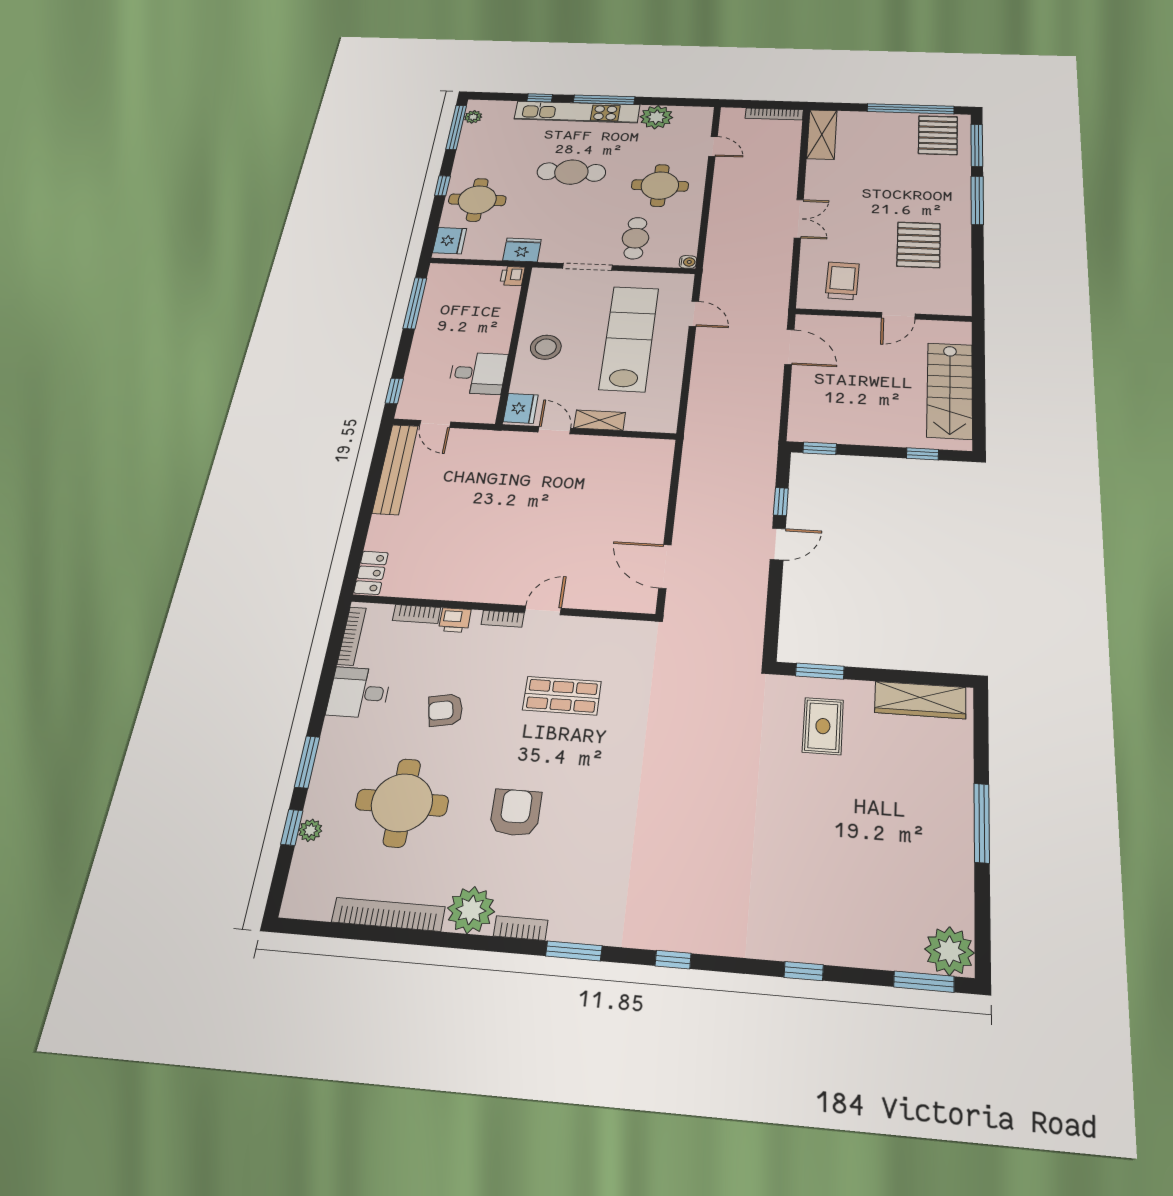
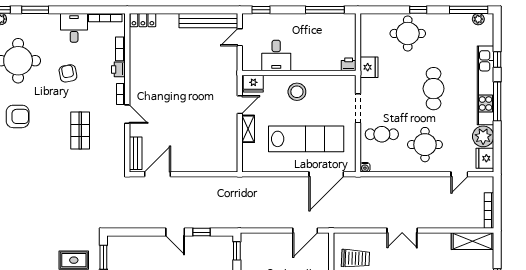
fridge: (450, 241) -> (485, 158), moved, turned 90
door: (694, 314) -> (326, 174), width x1.88
bench: (620, 601) -> (136, 153), added

